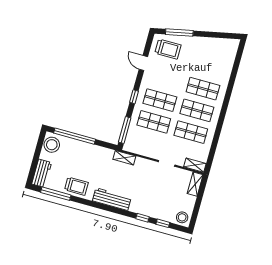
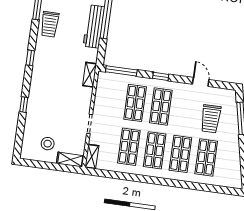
trolley: (168, 49) -> (211, 119), moved
door: (143, 63) -> (201, 82), hinge flipped
shop shelf: (209, 67) -> (206, 157), added
workbench: (112, 199) -> (94, 26), moved, turned 180
stool: (182, 217) -> (48, 144), moved
window: (163, 223) -> (30, 58), moved

